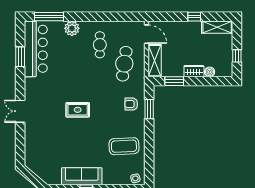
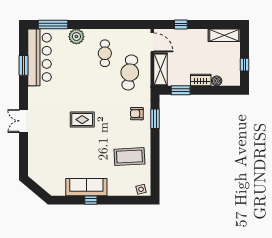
window: (194, 17) -> (181, 25), moved

